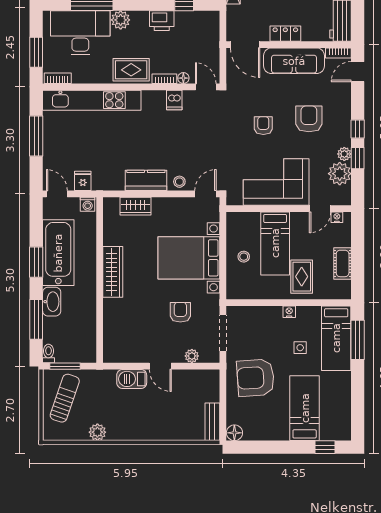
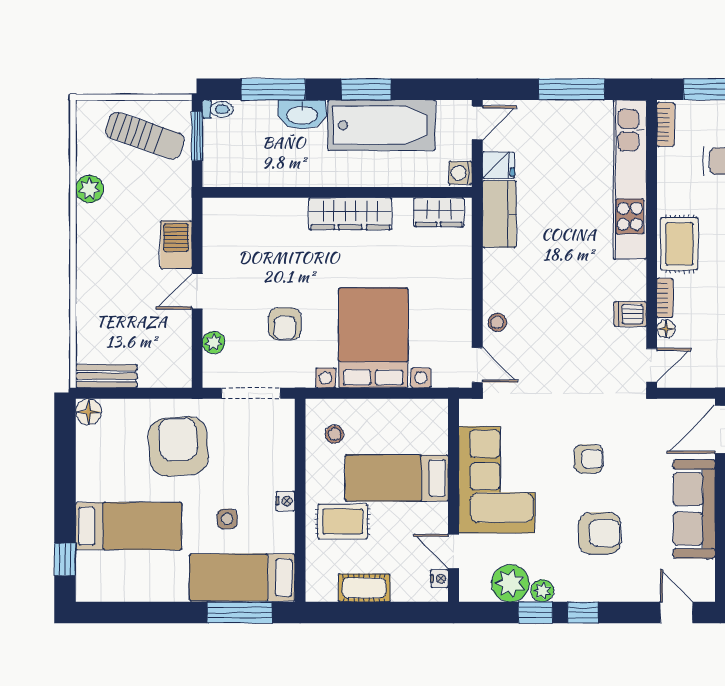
bookcase: (338, 53) -> (707, 581), removed
kitchen counter: (146, 180) -> (499, 214), moved
wardrobe: (136, 206) -> (439, 212), moved, turned -90
stool: (244, 257) -> (334, 434), moved
armchair: (180, 312) -> (285, 324), turned 90

